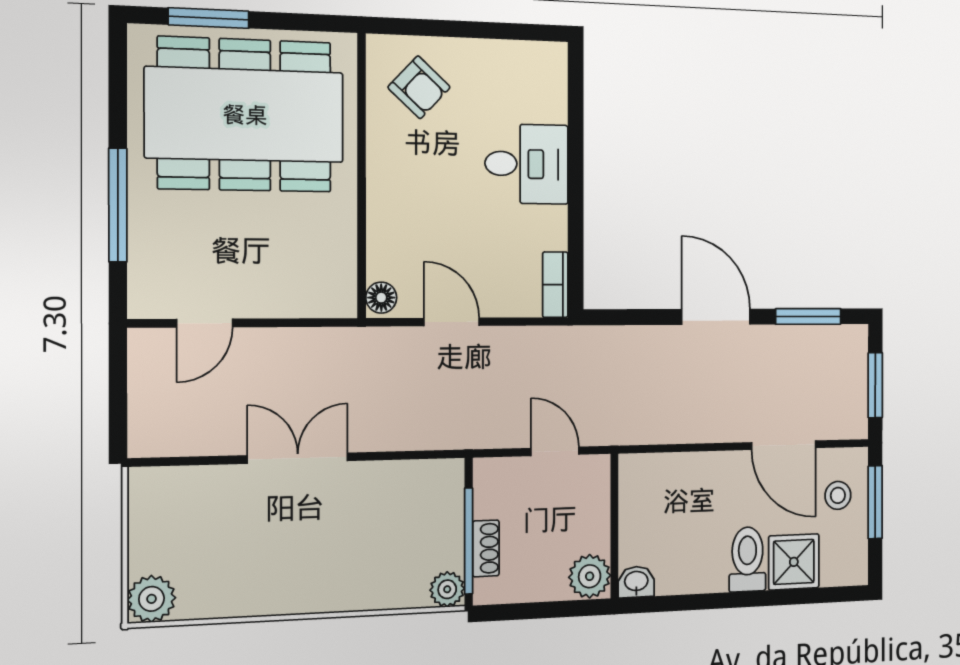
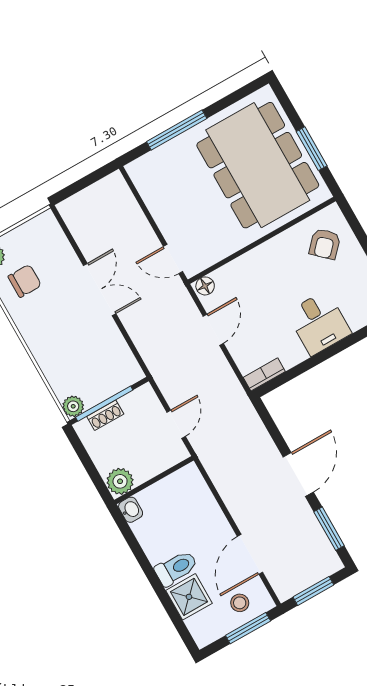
window: (209, 18) -> (312, 149), moved
door: (205, 323) -> (173, 259), moved
chair: (219, 566) -> (25, 281), added

